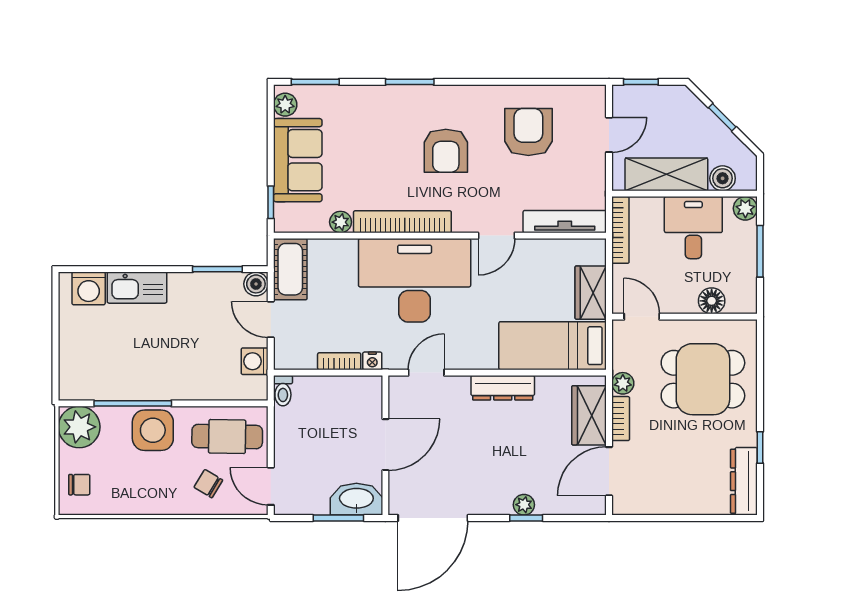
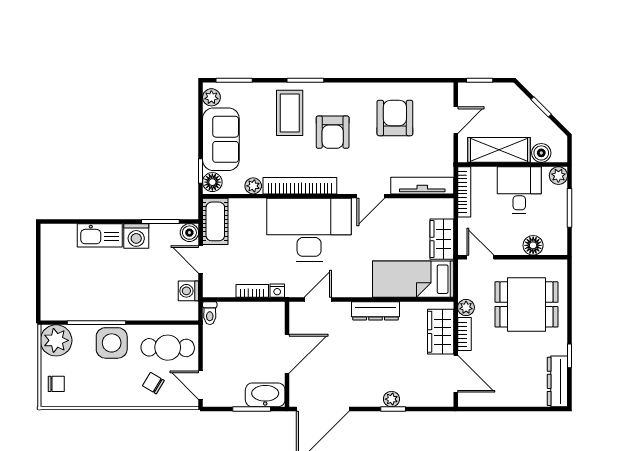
coffee table: (389, 125) -> (290, 113), added
floor lamp: (286, 217) -> (212, 182), added
washing machine: (89, 288) -> (136, 236), moved
door: (609, 471) -> (456, 374), swing flipped

